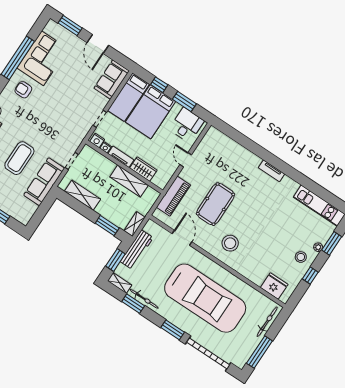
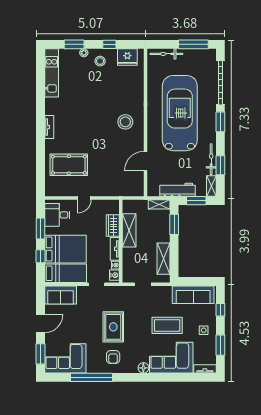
corner sofa: (42, 58) -> (65, 358), moved
rug: (51, 108) -> (113, 327), added
sofa: (44, 182) -> (193, 295), moved
piano: (173, 196) -> (118, 189), removed
pool table: (216, 204) -> (69, 165), moved
fridge: (274, 286) -> (127, 57), moved, turned -90

